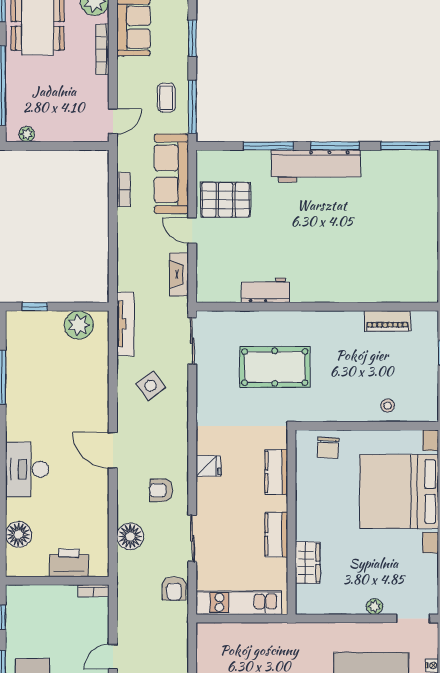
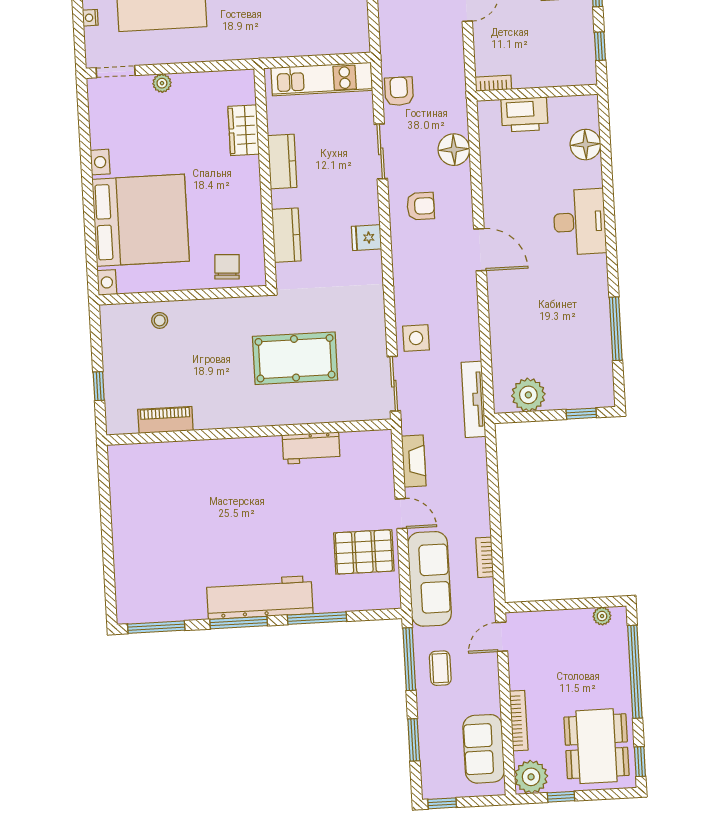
side table: (150, 386) -> (416, 338), moved, turned 37

